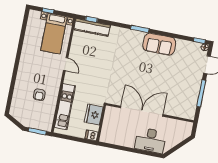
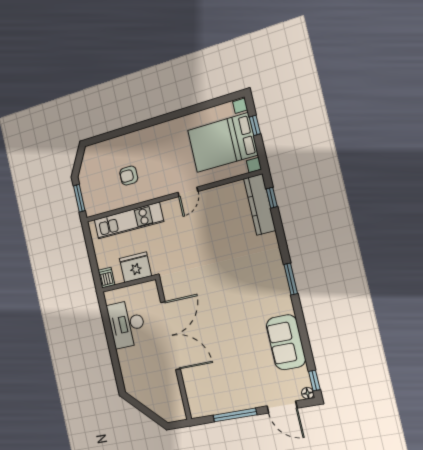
bed with nightstands: (54, 34) -> (223, 143), width x1.36
sofa: (159, 44) -> (286, 342), moved
desk: (150, 140) -> (127, 324), moved

